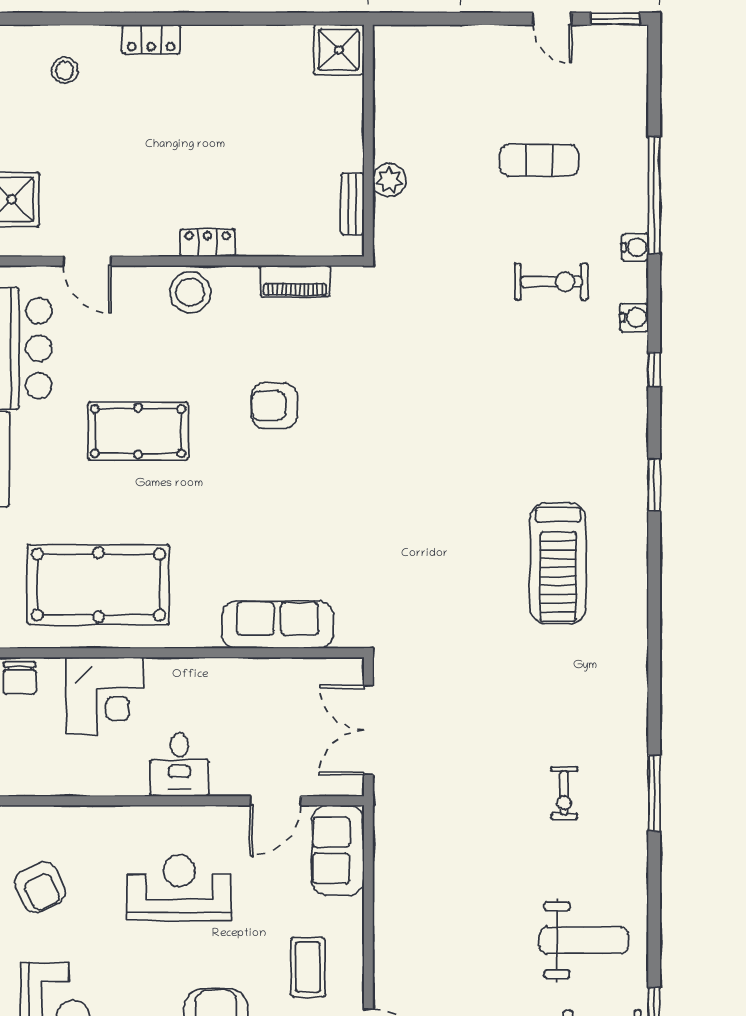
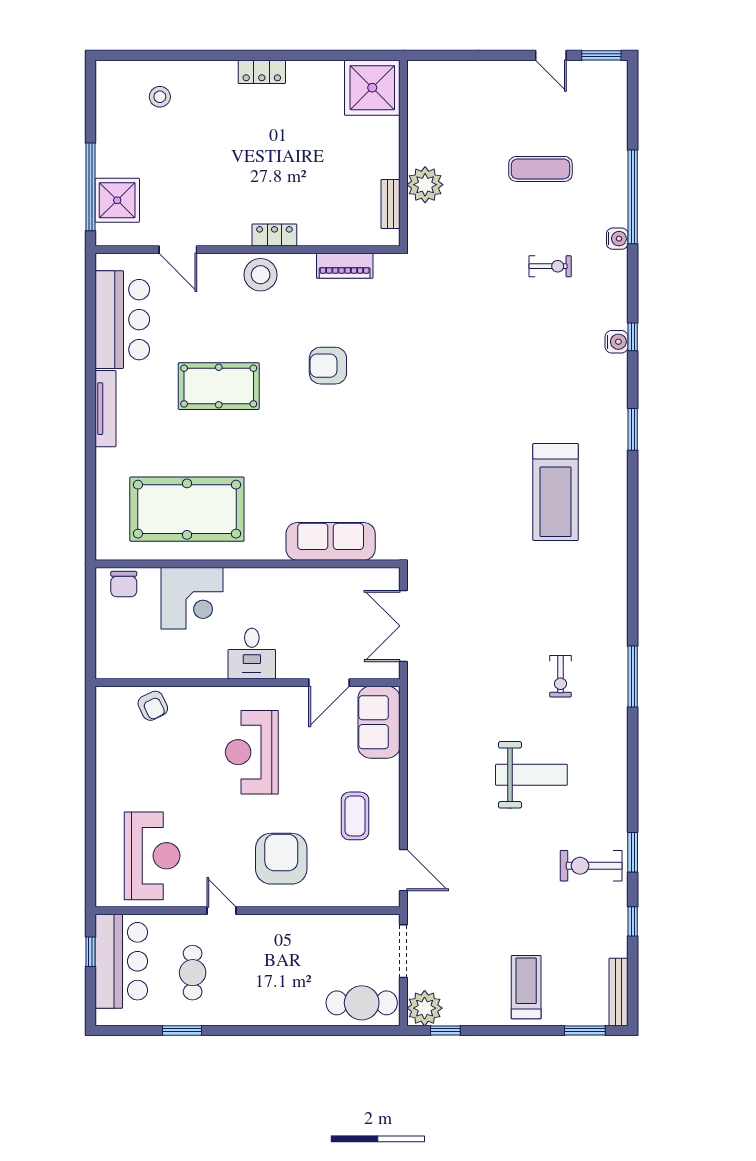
locker: (151, 39) -> (262, 72), moved
shower: (339, 50) -> (372, 88), width x1.37, depth x1.37
plant: (389, 180) -> (425, 185), width x1.36, depth x1.36
exercise bike: (551, 282) -> (550, 266), width x0.73, depth x0.72
water cooler: (634, 318) -> (617, 342), moved
armchair: (40, 887) -> (153, 706), moved, width x0.72, depth x0.72
reception desk: (179, 888) -> (252, 752), turned -90
weight bench: (584, 940) -> (531, 775), moved

